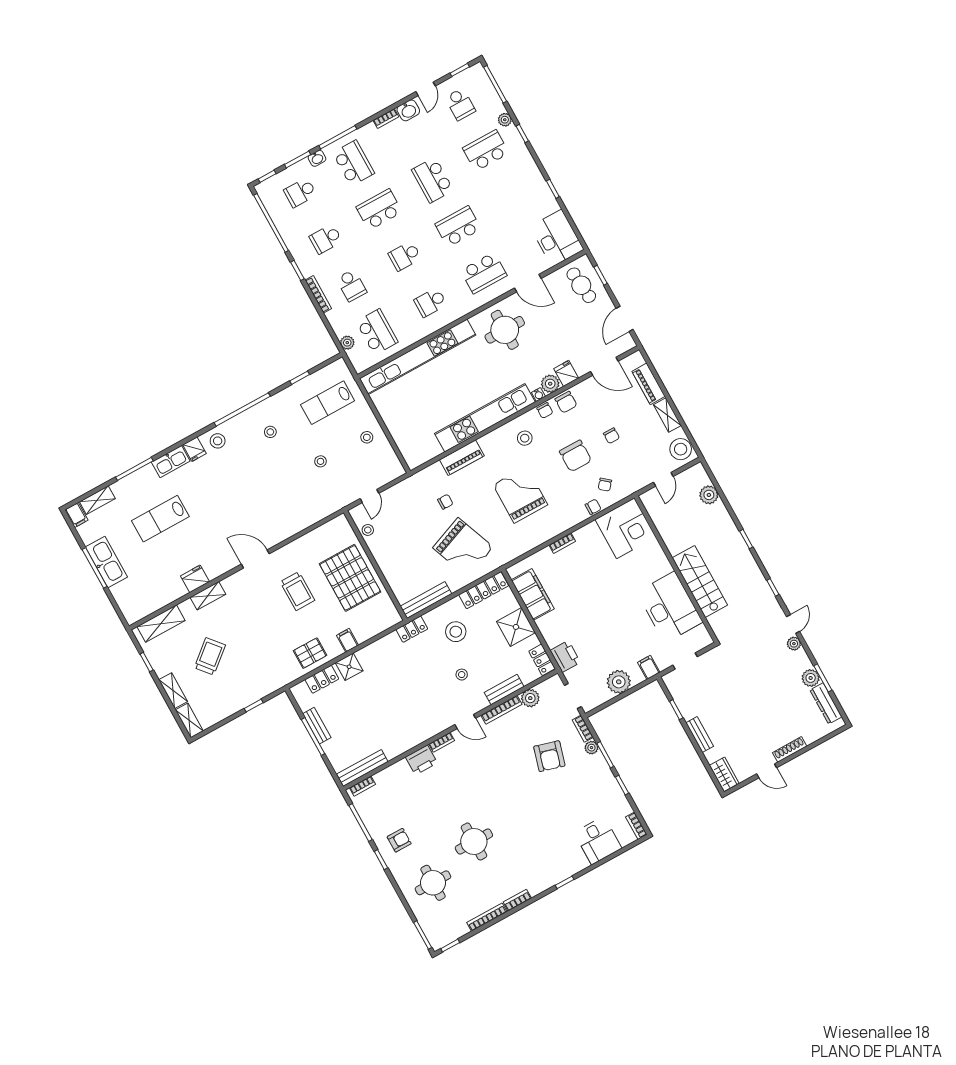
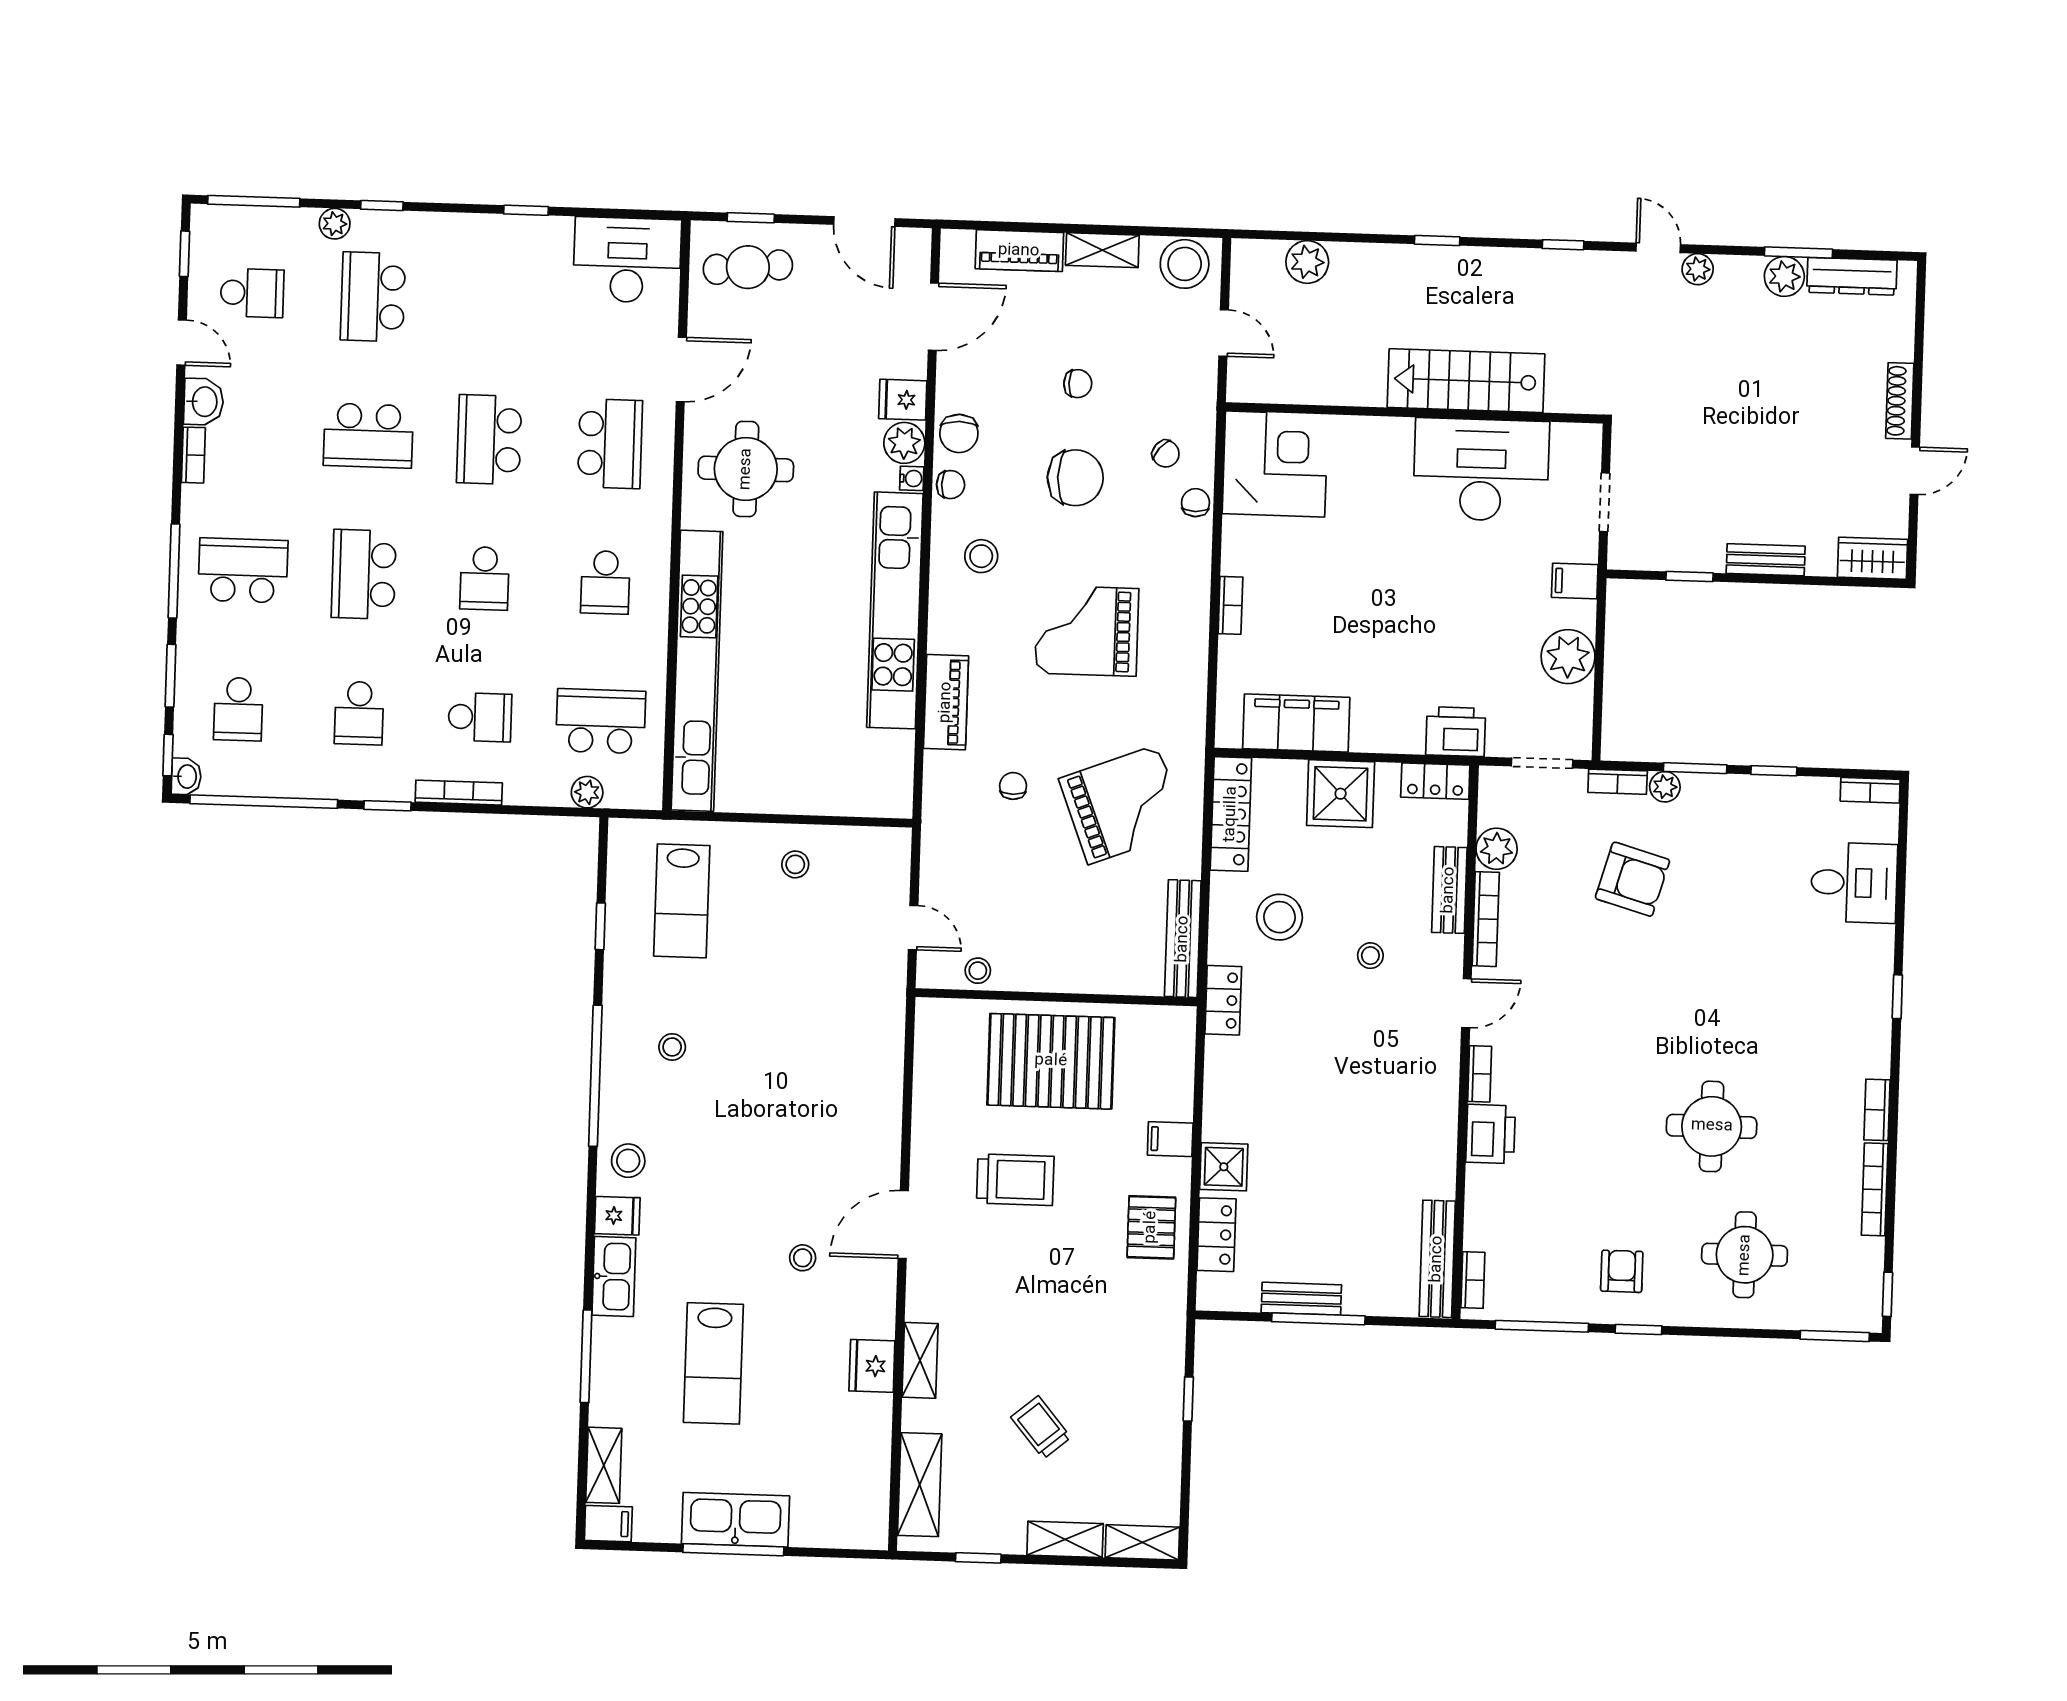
washbasin: (317, 158) -> (186, 777), moved
chair: (566, 402) -> (959, 433), turned 90
stool: (321, 461) -> (803, 1258), moved
trolley: (210, 656) -> (1041, 1427), width x0.73, depth x0.72

